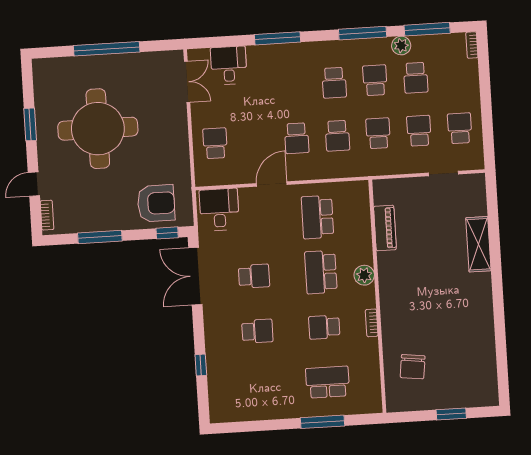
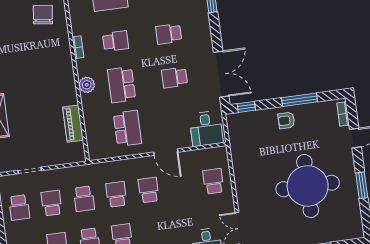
school desk: (419, 131) -> (52, 203), turned 180
school desk: (215, 143) -> (213, 181), turned 180
door: (272, 184) -> (166, 152), hinge flipped
armchair: (156, 203) -> (286, 120), moved, width x0.53, depth x0.53
school desk: (321, 272) -> (122, 85), turned 180

